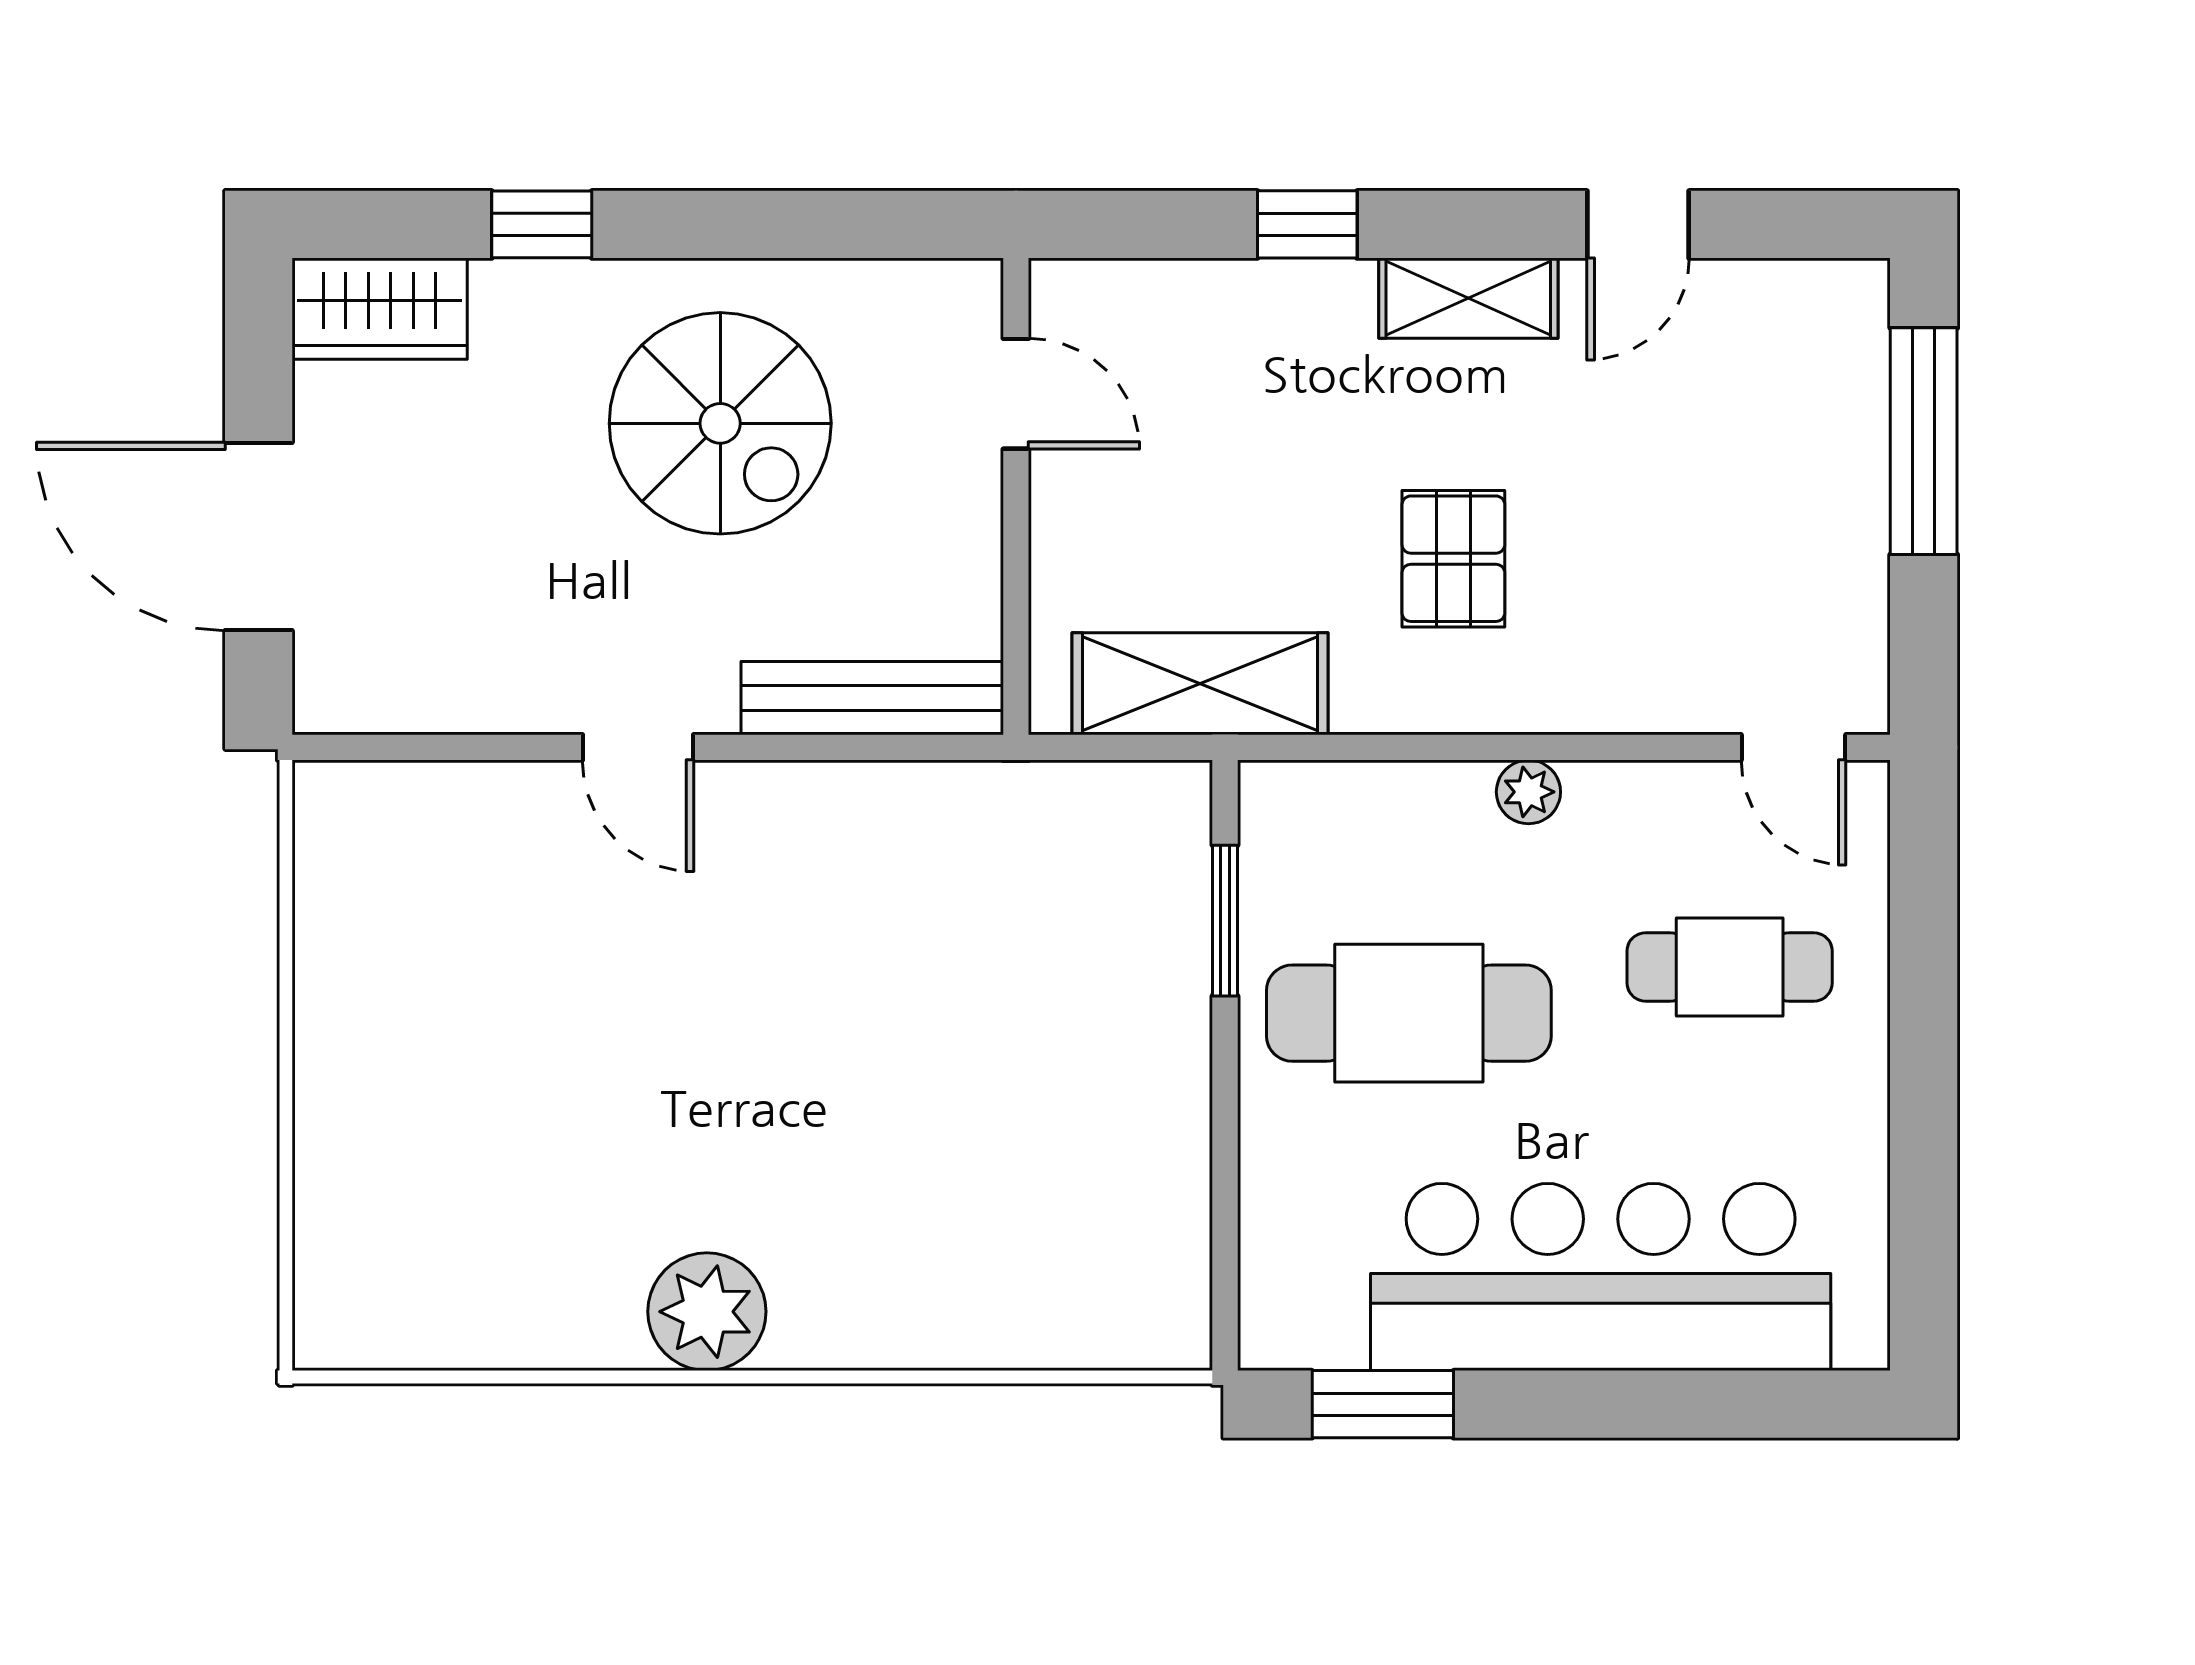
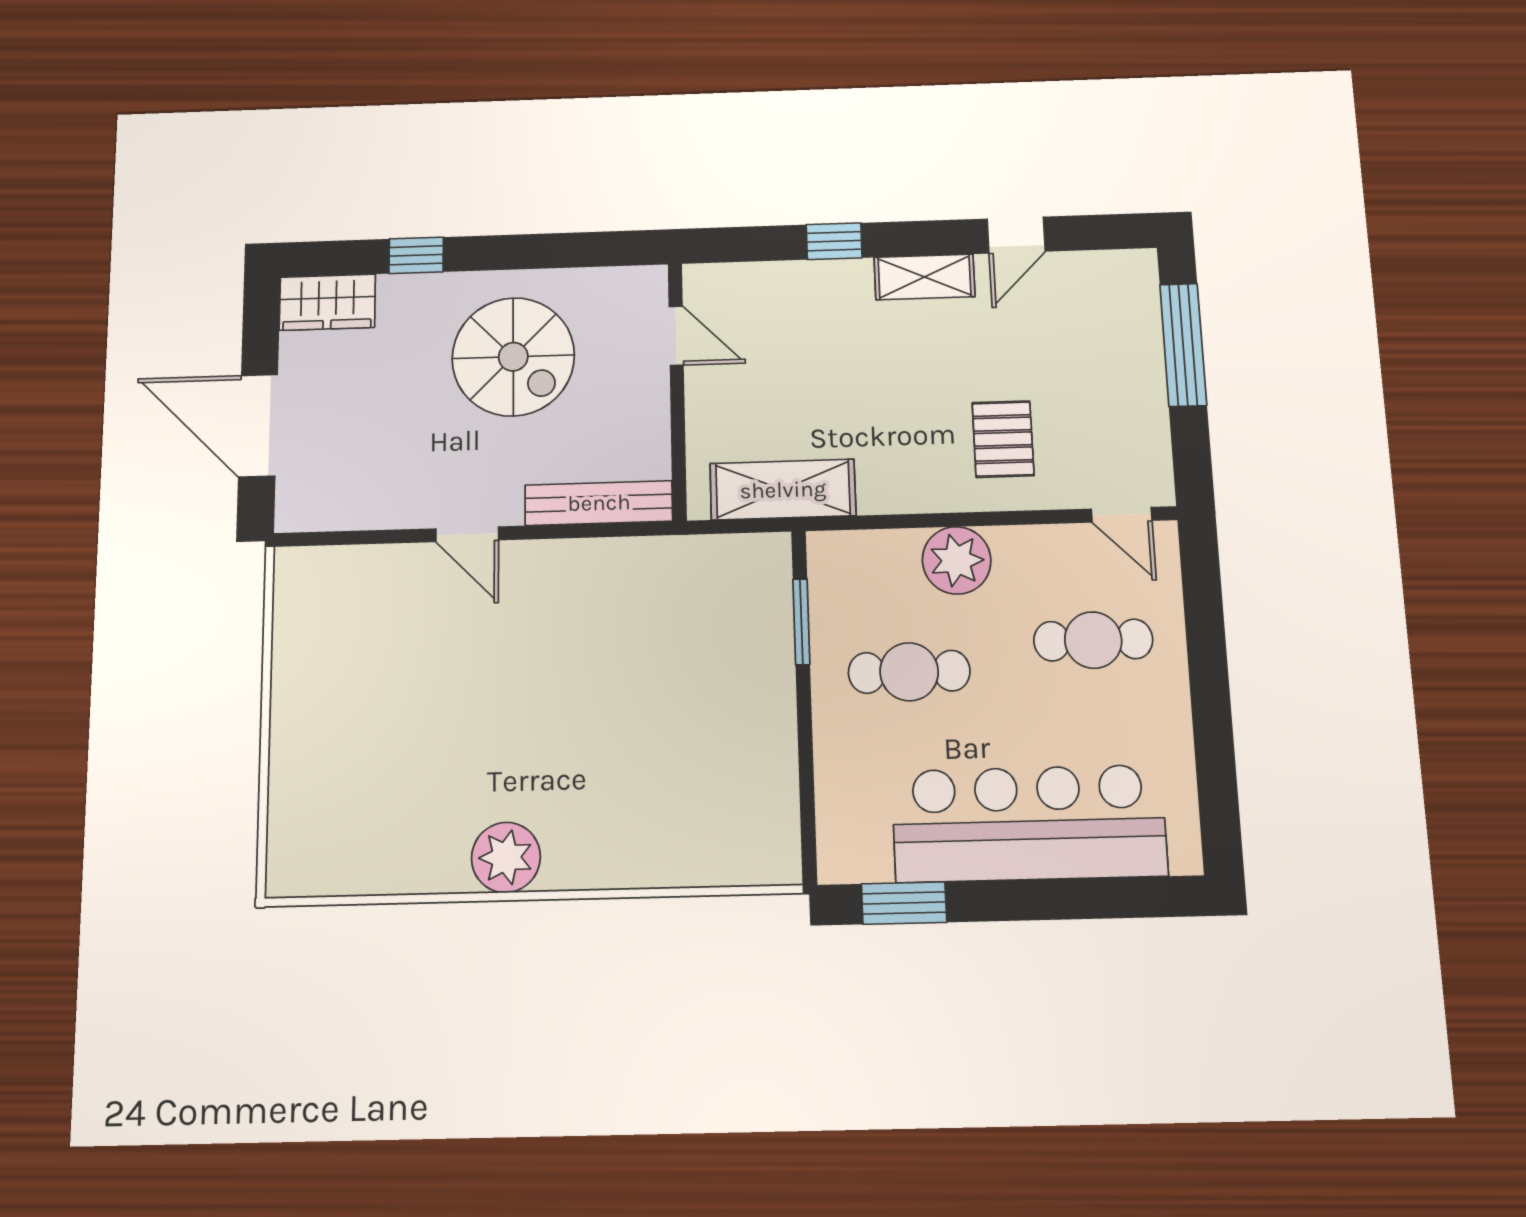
pallet: (1453, 559) -> (1003, 439), moved
plant: (1528, 792) -> (957, 560), width x1.88, depth x1.88
cafe table: (1409, 1013) -> (909, 672), width x0.73, depth x0.74

